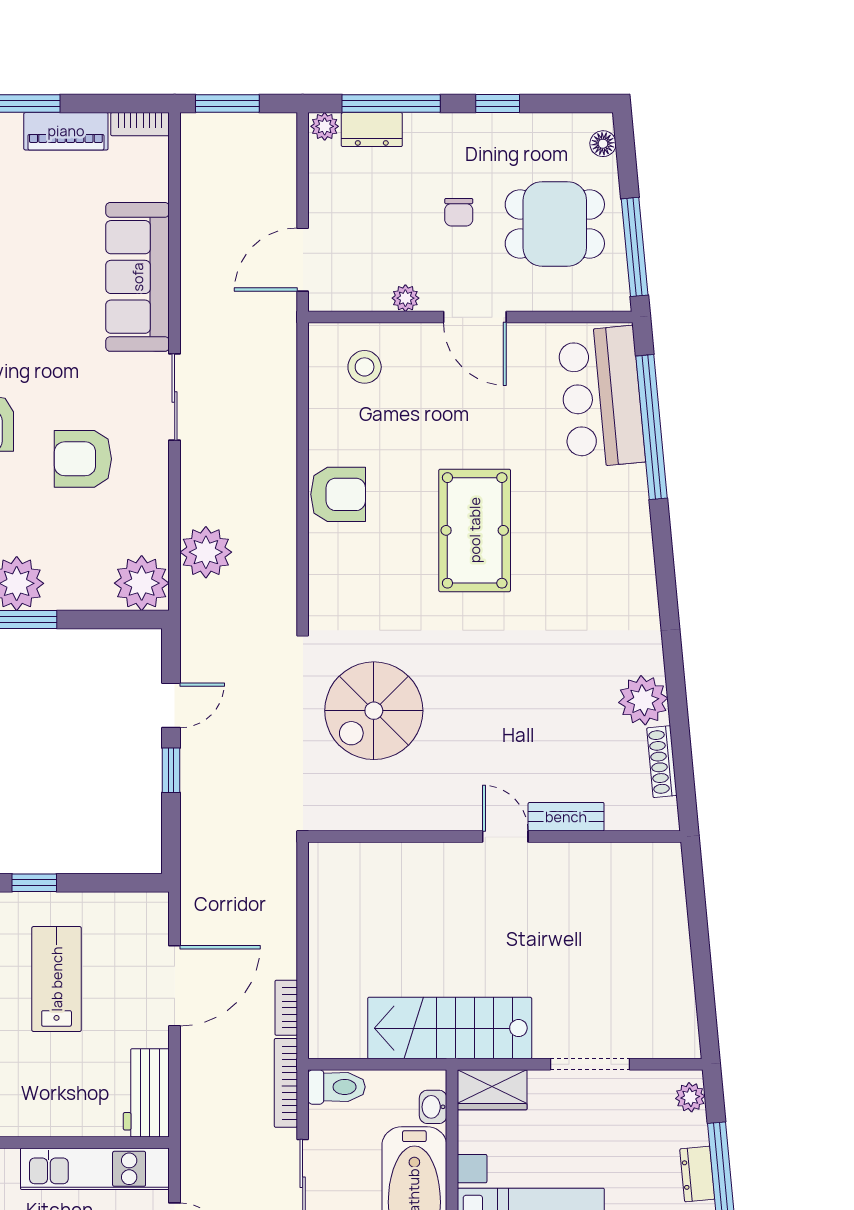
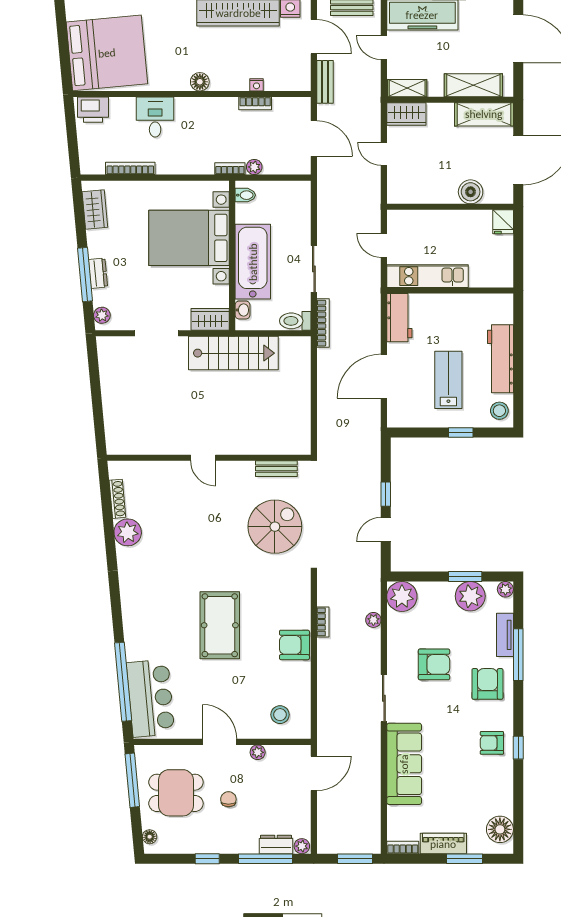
plant: (206, 552) -> (373, 620), width x0.53, depth x0.53
bench: (566, 817) -> (276, 469), moved
lab bench: (57, 979) -> (448, 380), turned 180
bookcase: (286, 1008) -> (323, 622), moved

